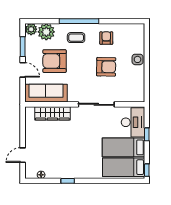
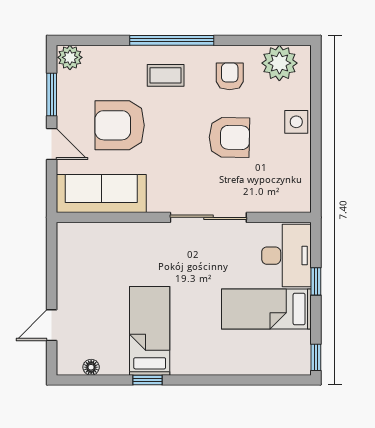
plant: (46, 32) -> (279, 63), moved
wardrobe: (52, 113) -> (115, 237), removed
bed: (124, 167) -> (150, 331), moved, turned 90

